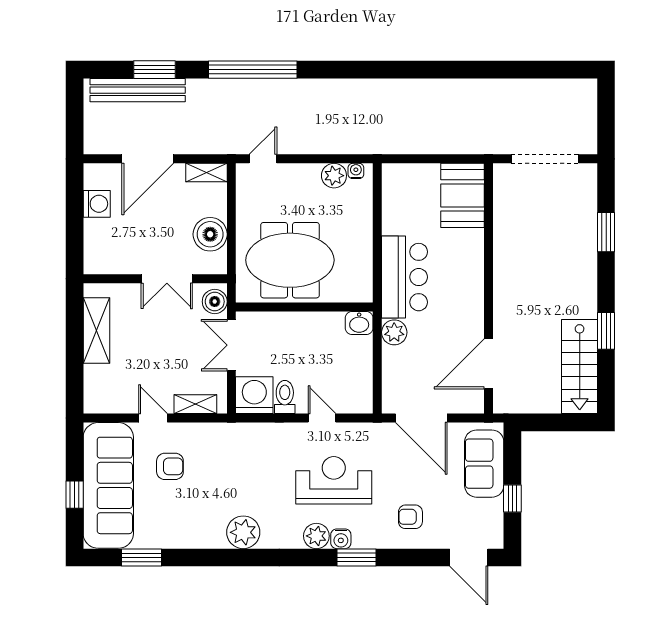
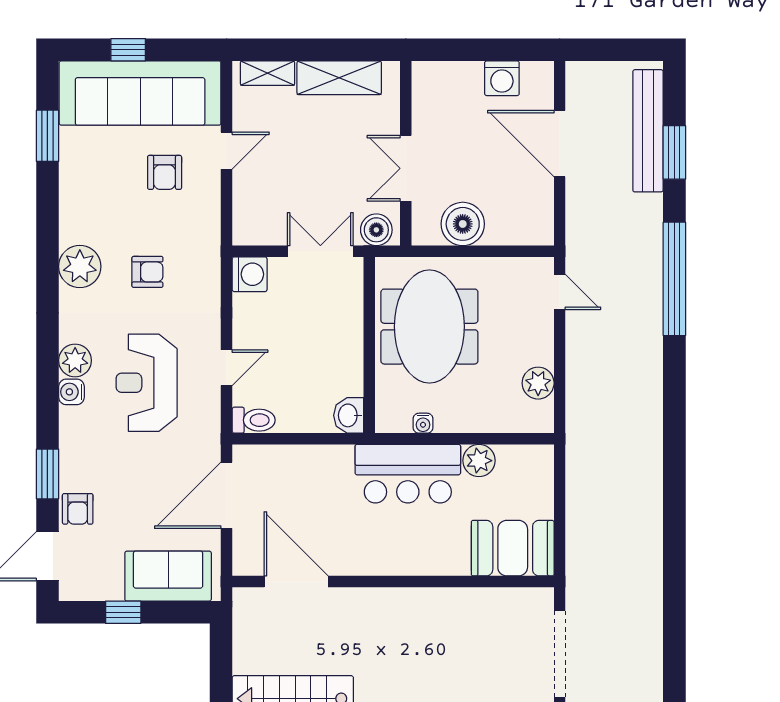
water cooler: (356, 171) -> (423, 423), moved, turned 90
shelving: (206, 172) -> (542, 219), removed
plant: (394, 332) -> (479, 461), moved
washing machine: (254, 395) -> (250, 274), width x0.73, depth x0.73
toilet: (285, 397) -> (254, 420), moved
shelving: (195, 404) -> (268, 73), moved, turned 90
armchair: (247, 480) -> (147, 272), added
reception desk: (334, 480) -> (147, 383), turned 180
armchair: (410, 517) -> (78, 509), moved, turned 180
window: (356, 557) -> (47, 474), moved

